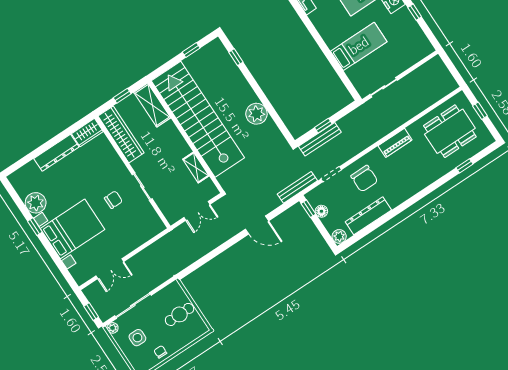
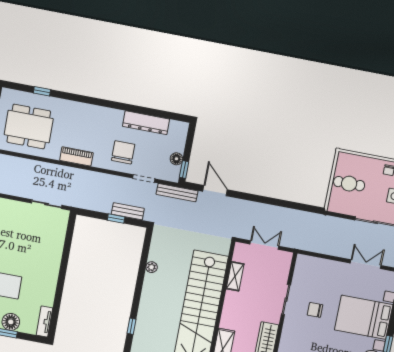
bed: (359, 46) -> (37, 250), removed
plant: (256, 114) -> (152, 267), width x0.53, depth x0.53
bench: (320, 139) -> (128, 211), width x0.73
door: (257, 225) -> (215, 191), moved
plant: (339, 236) -> (181, 128), removed

